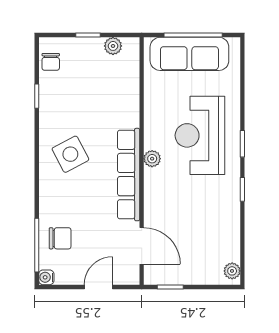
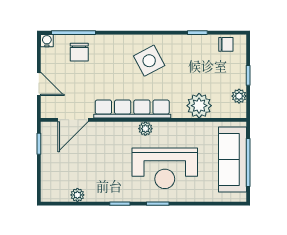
chair: (51, 62) -> (226, 44), turned 180
plant: (124, 94) -> (199, 106), added
reception desk: (200, 135) -> (165, 168), turned 180
plant: (232, 271) -> (77, 195), moved

